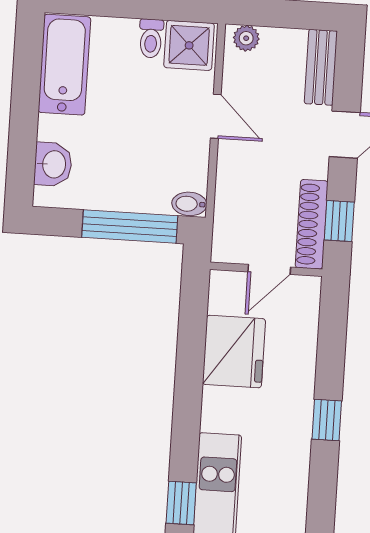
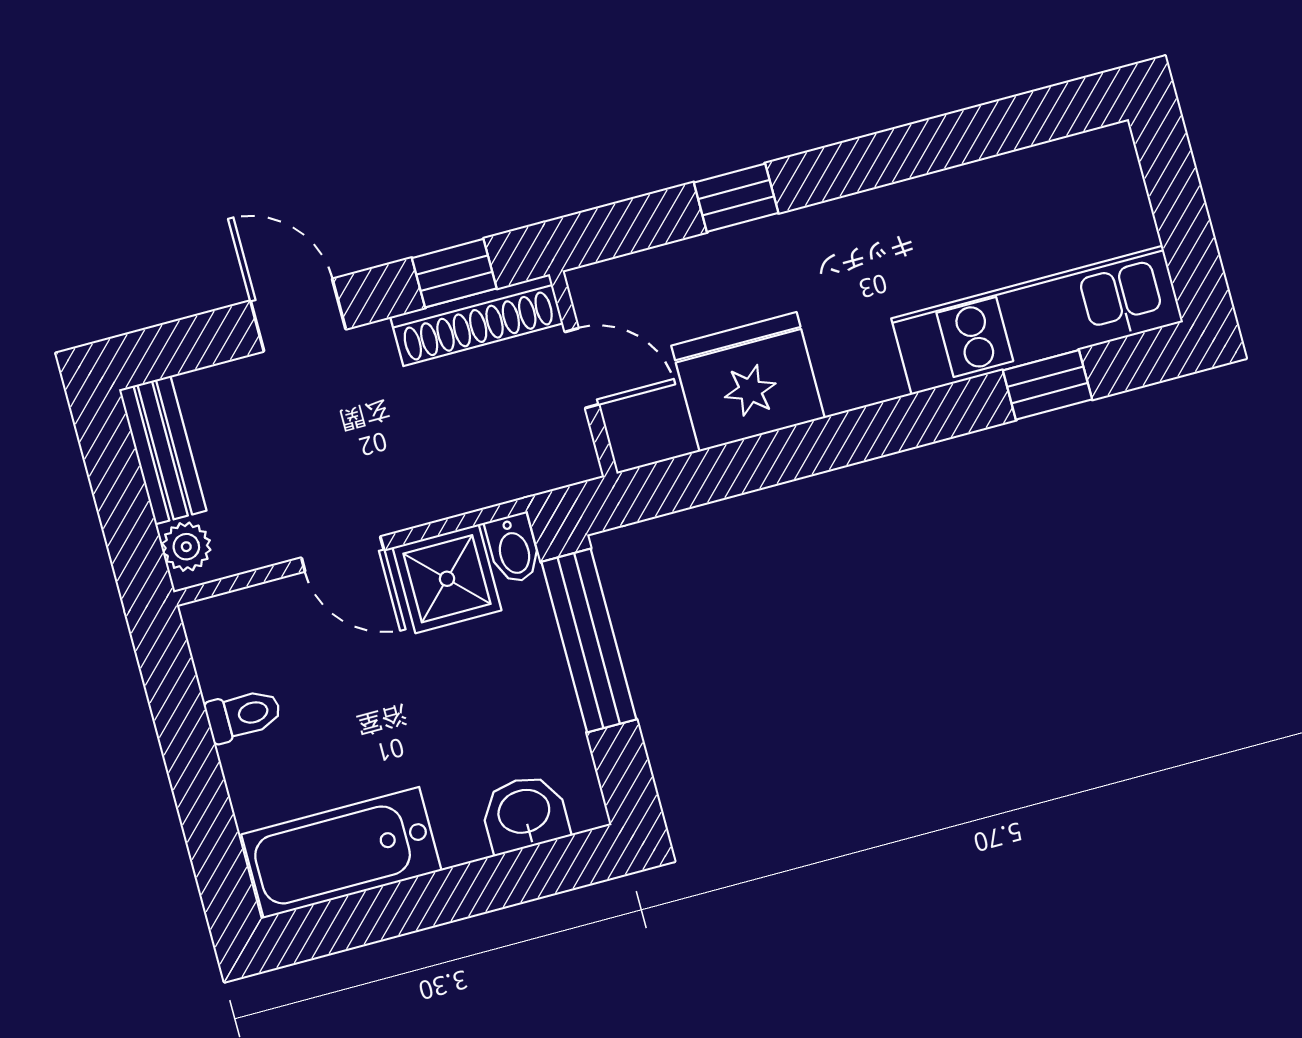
shower: (189, 45) -> (447, 579), moved
bench: (321, 67) -> (163, 450), moved, turned 90
door: (216, 116) -> (343, 554), swing flipped
window: (327, 420) -> (736, 198), moved

